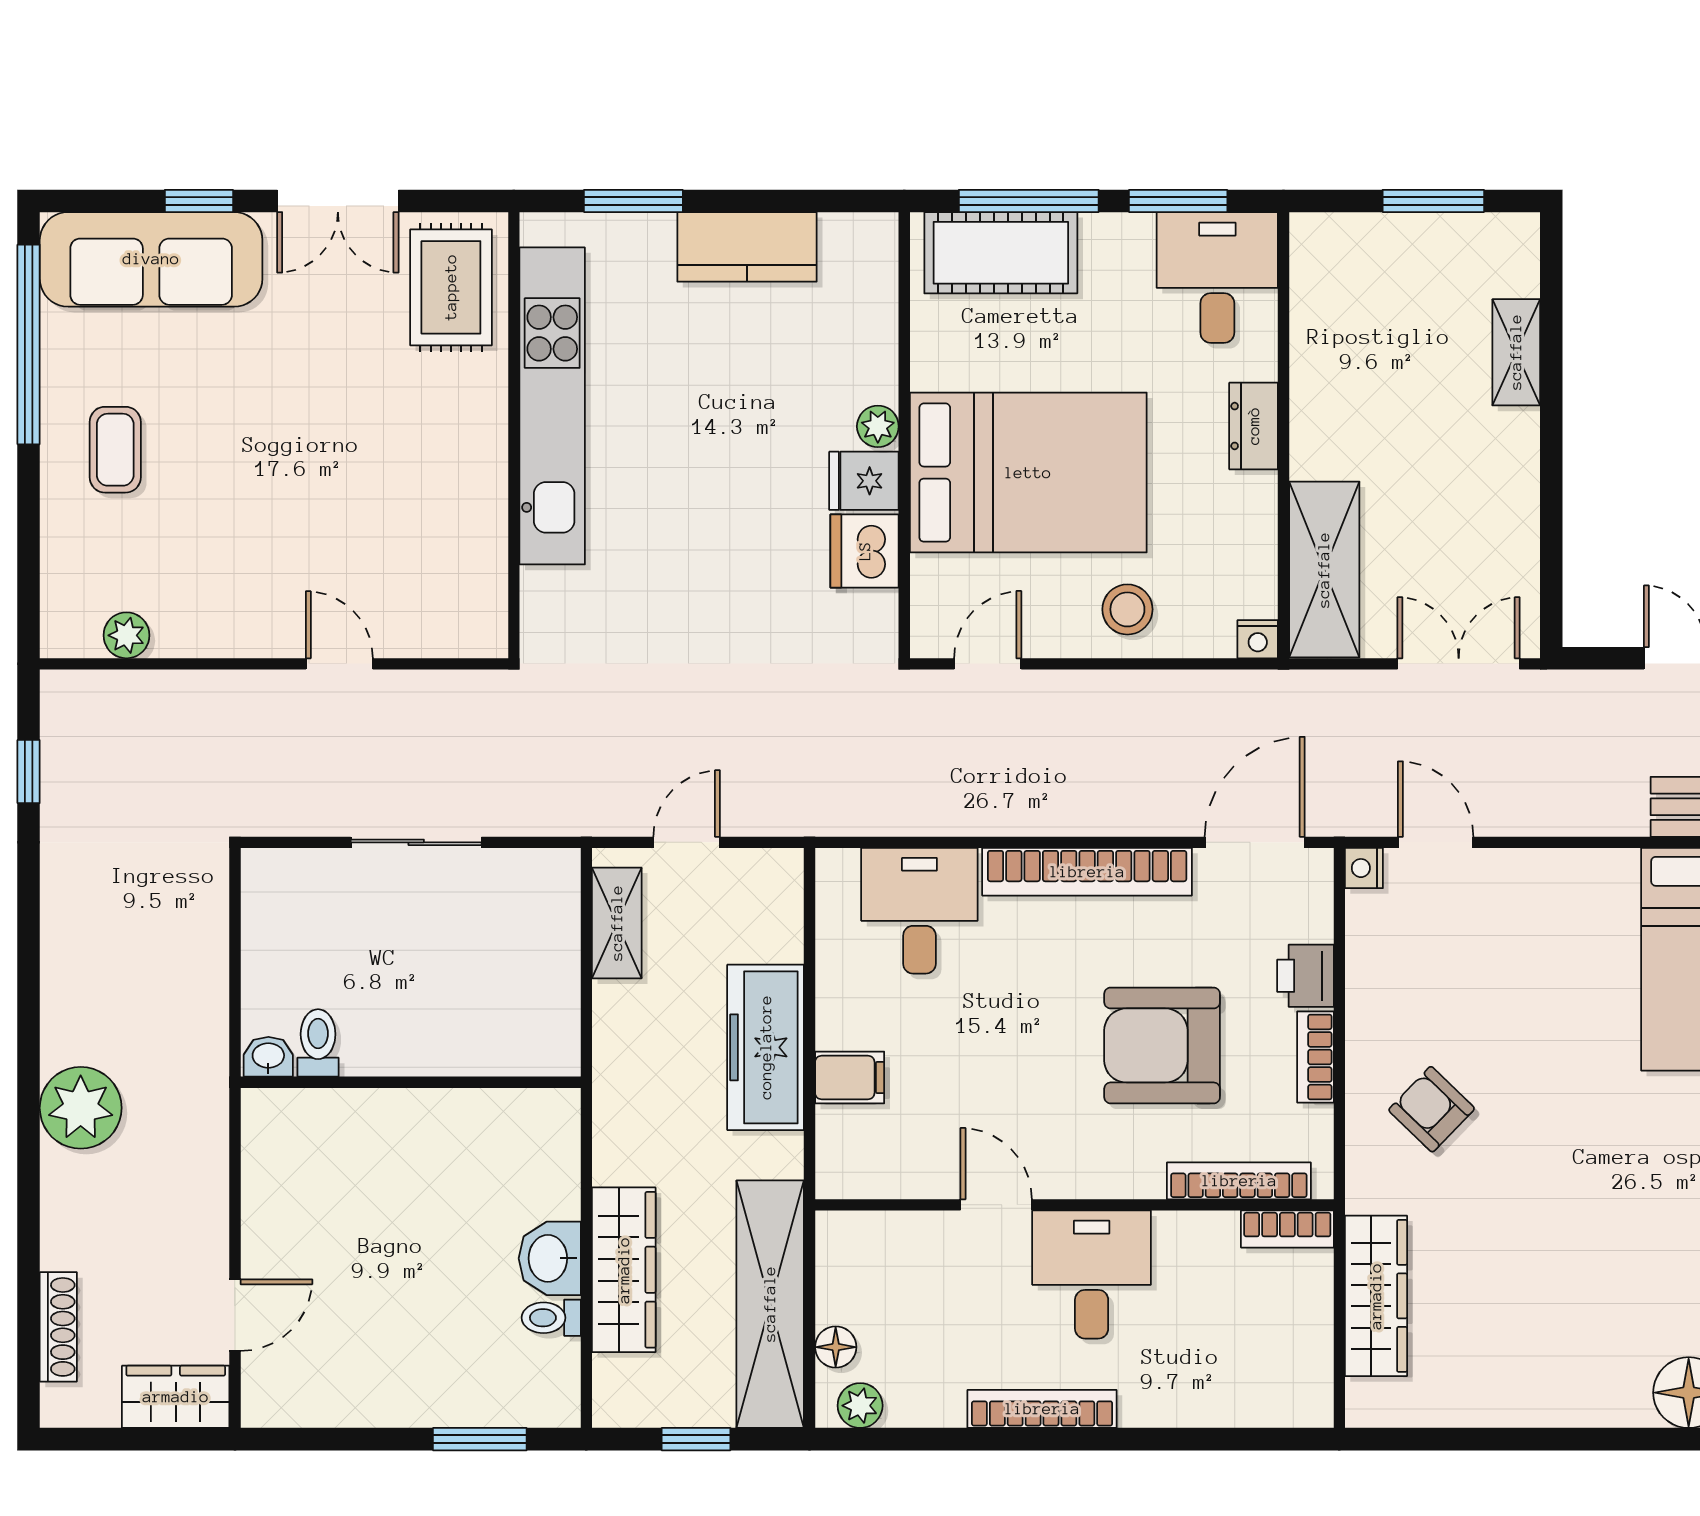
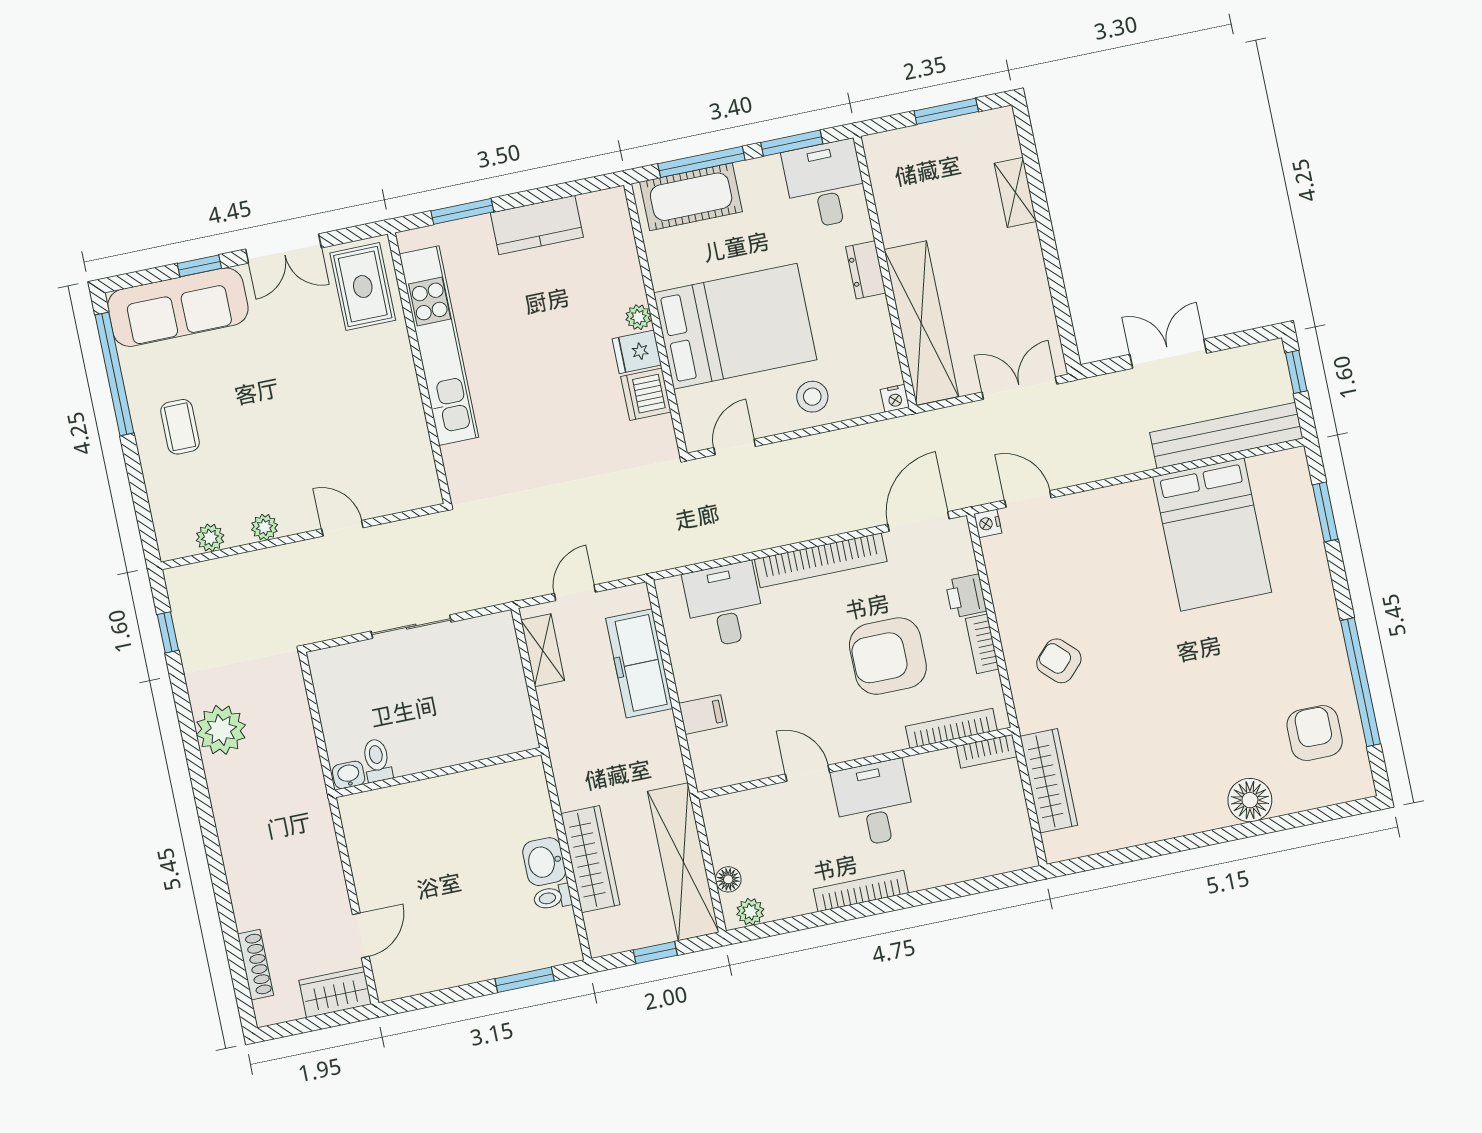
shelving: (1324, 570) -> (921, 323), width x1.47
plant: (216, 637) -> (265, 527), added
freezer: (766, 1047) -> (639, 663), moved
plant: (81, 1108) -> (221, 730), moved

